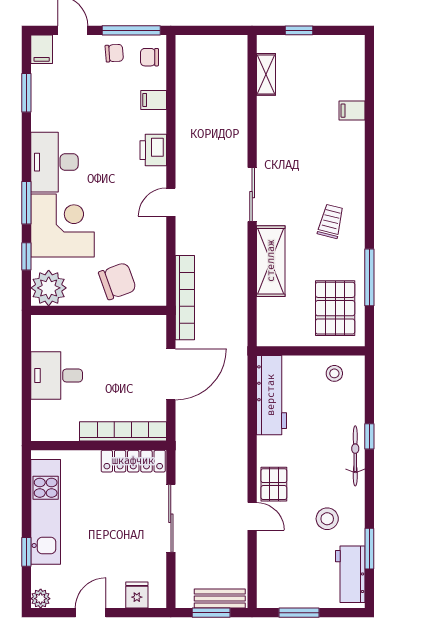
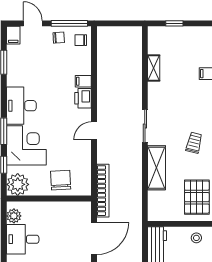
shelving: (266, 74) -> (154, 68), moved
filing cabinet: (154, 100) -> (83, 81), moved
chair: (117, 281) -> (61, 180), turned -73
plant: (42, 338) -> (14, 216), added

